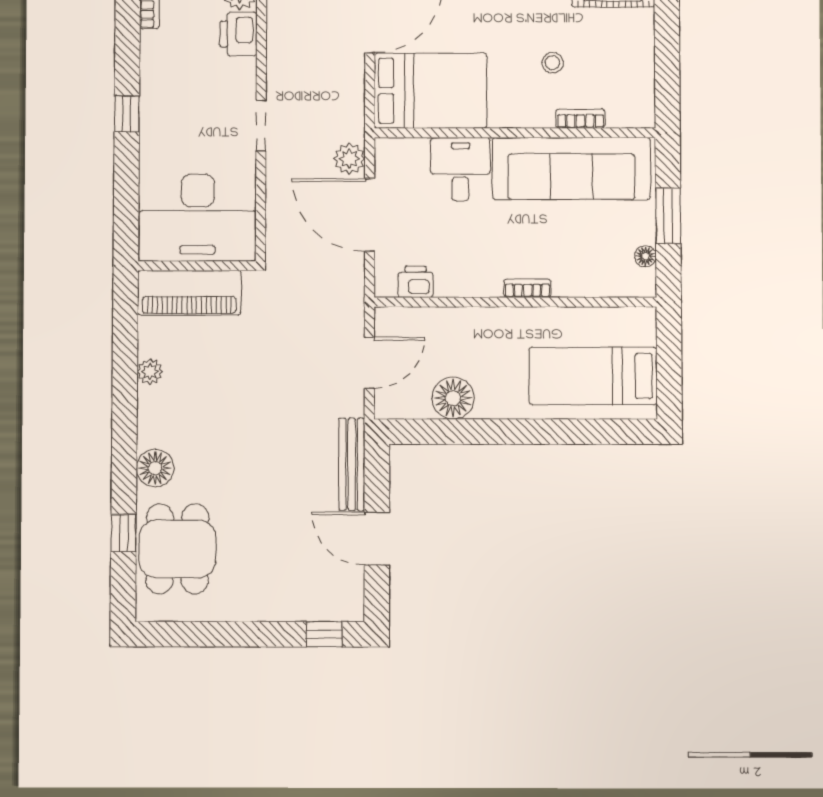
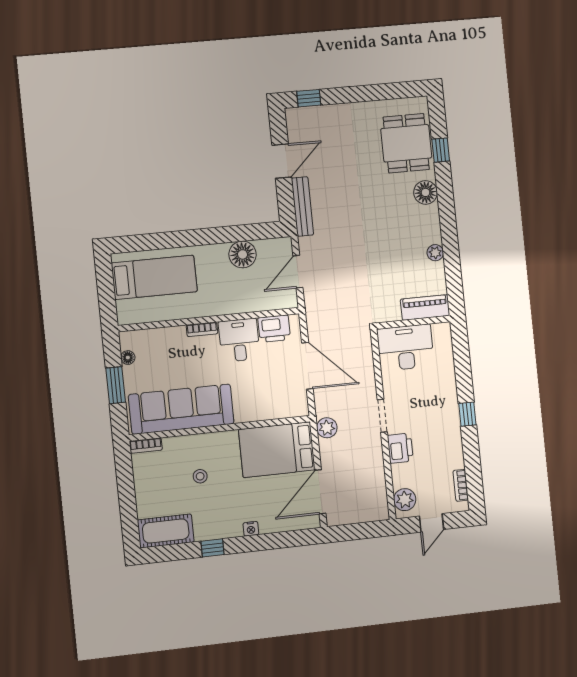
printer: (239, 34) -> (400, 448), moved
bookcase: (580, 119) -> (146, 446), moved
plant: (349, 159) -> (327, 428), moved
desk: (460, 169) -> (239, 340), moved, turned 180
desk: (198, 218) -> (405, 348), width x0.73, depth x0.77
printer: (416, 282) -> (274, 329), width x1.36, depth x1.24
piano: (189, 293) -> (425, 307), width x0.73, depth x0.75
door: (377, 539) -> (282, 161), hinge flipped

